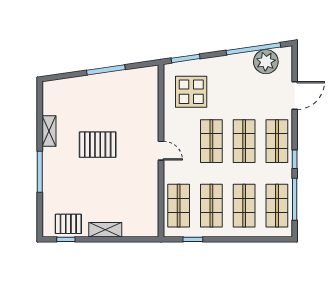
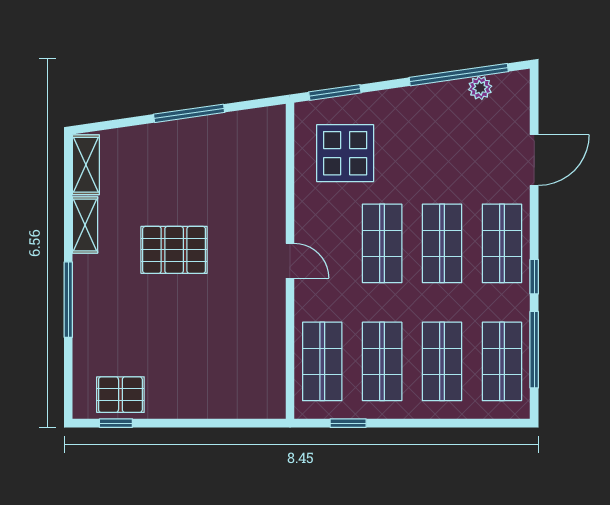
plant: (266, 62) -> (480, 88), width x0.53, depth x0.53
shelving: (105, 230) -> (86, 165), moved, turned 90

